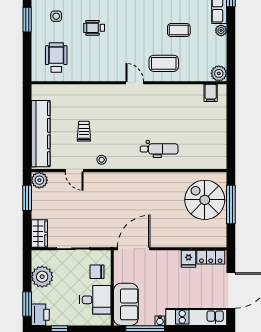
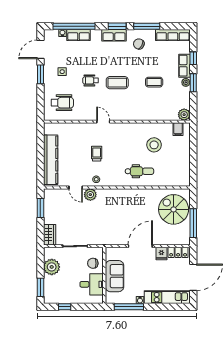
window: (231, 31) -> (193, 83), added
wheelchair: (56, 58) -> (62, 103), turned 90
coffee table: (164, 63) -> (117, 83), moved
door: (135, 83) -> (103, 122), moved
stool: (179, 114) -> (154, 145), added
trolley: (84, 131) -> (97, 154), moved
plant: (39, 180) -> (90, 195), moved
window: (231, 205) -> (193, 223), moved
door: (134, 249) -> (140, 246), moved
sofa: (126, 304) -> (114, 276), moved
printer: (40, 315) -> (50, 296), removed

